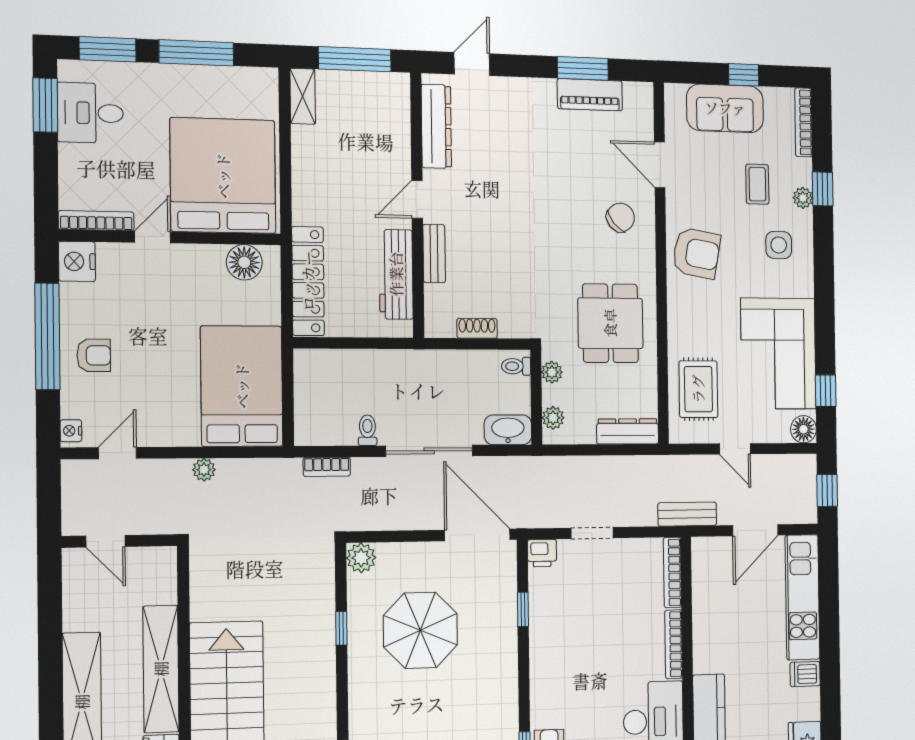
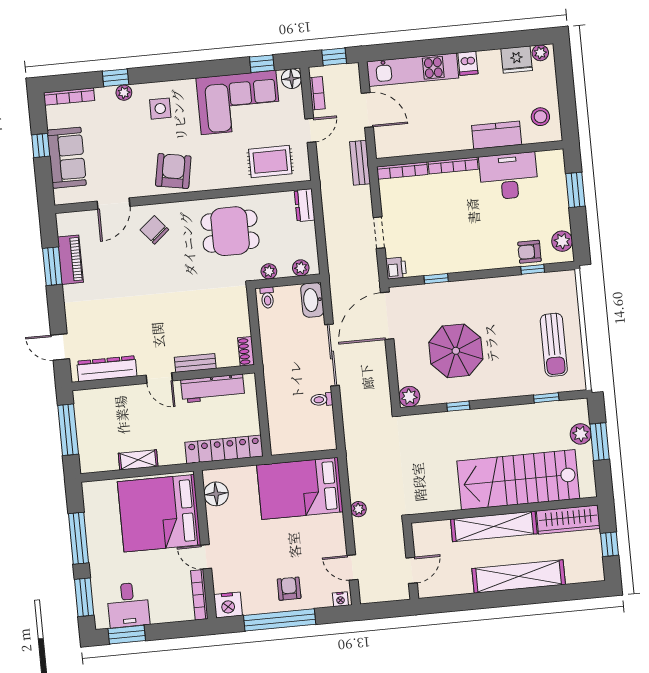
shelving: (303, 96) -> (138, 460), moved
coffee table: (757, 184) -> (118, 129), removed
shoe rack: (477, 328) -> (246, 351), moved
dresser: (628, 431) -> (305, 205), width x0.70
bookcase: (327, 467) -> (317, 93), moved

